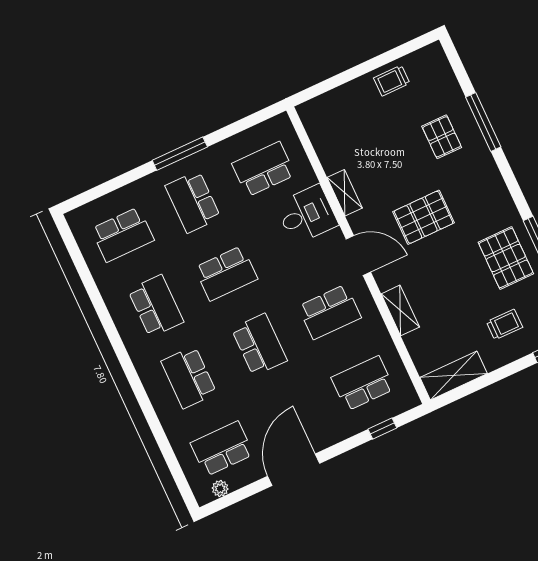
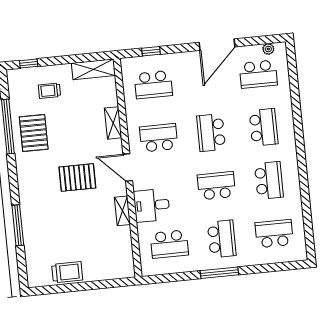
trolley: (392, 81) -> (67, 272), width x1.36, depth x1.39
pallet: (442, 137) -> (48, 225), removed
school desk: (156, 306) -> (269, 180), turned 180

